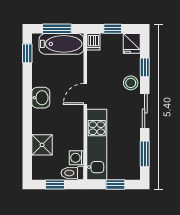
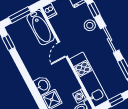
bathtub: (61, 44) -> (41, 27), moved, turned 90
washbasin: (41, 98) -> (43, 85), moved

